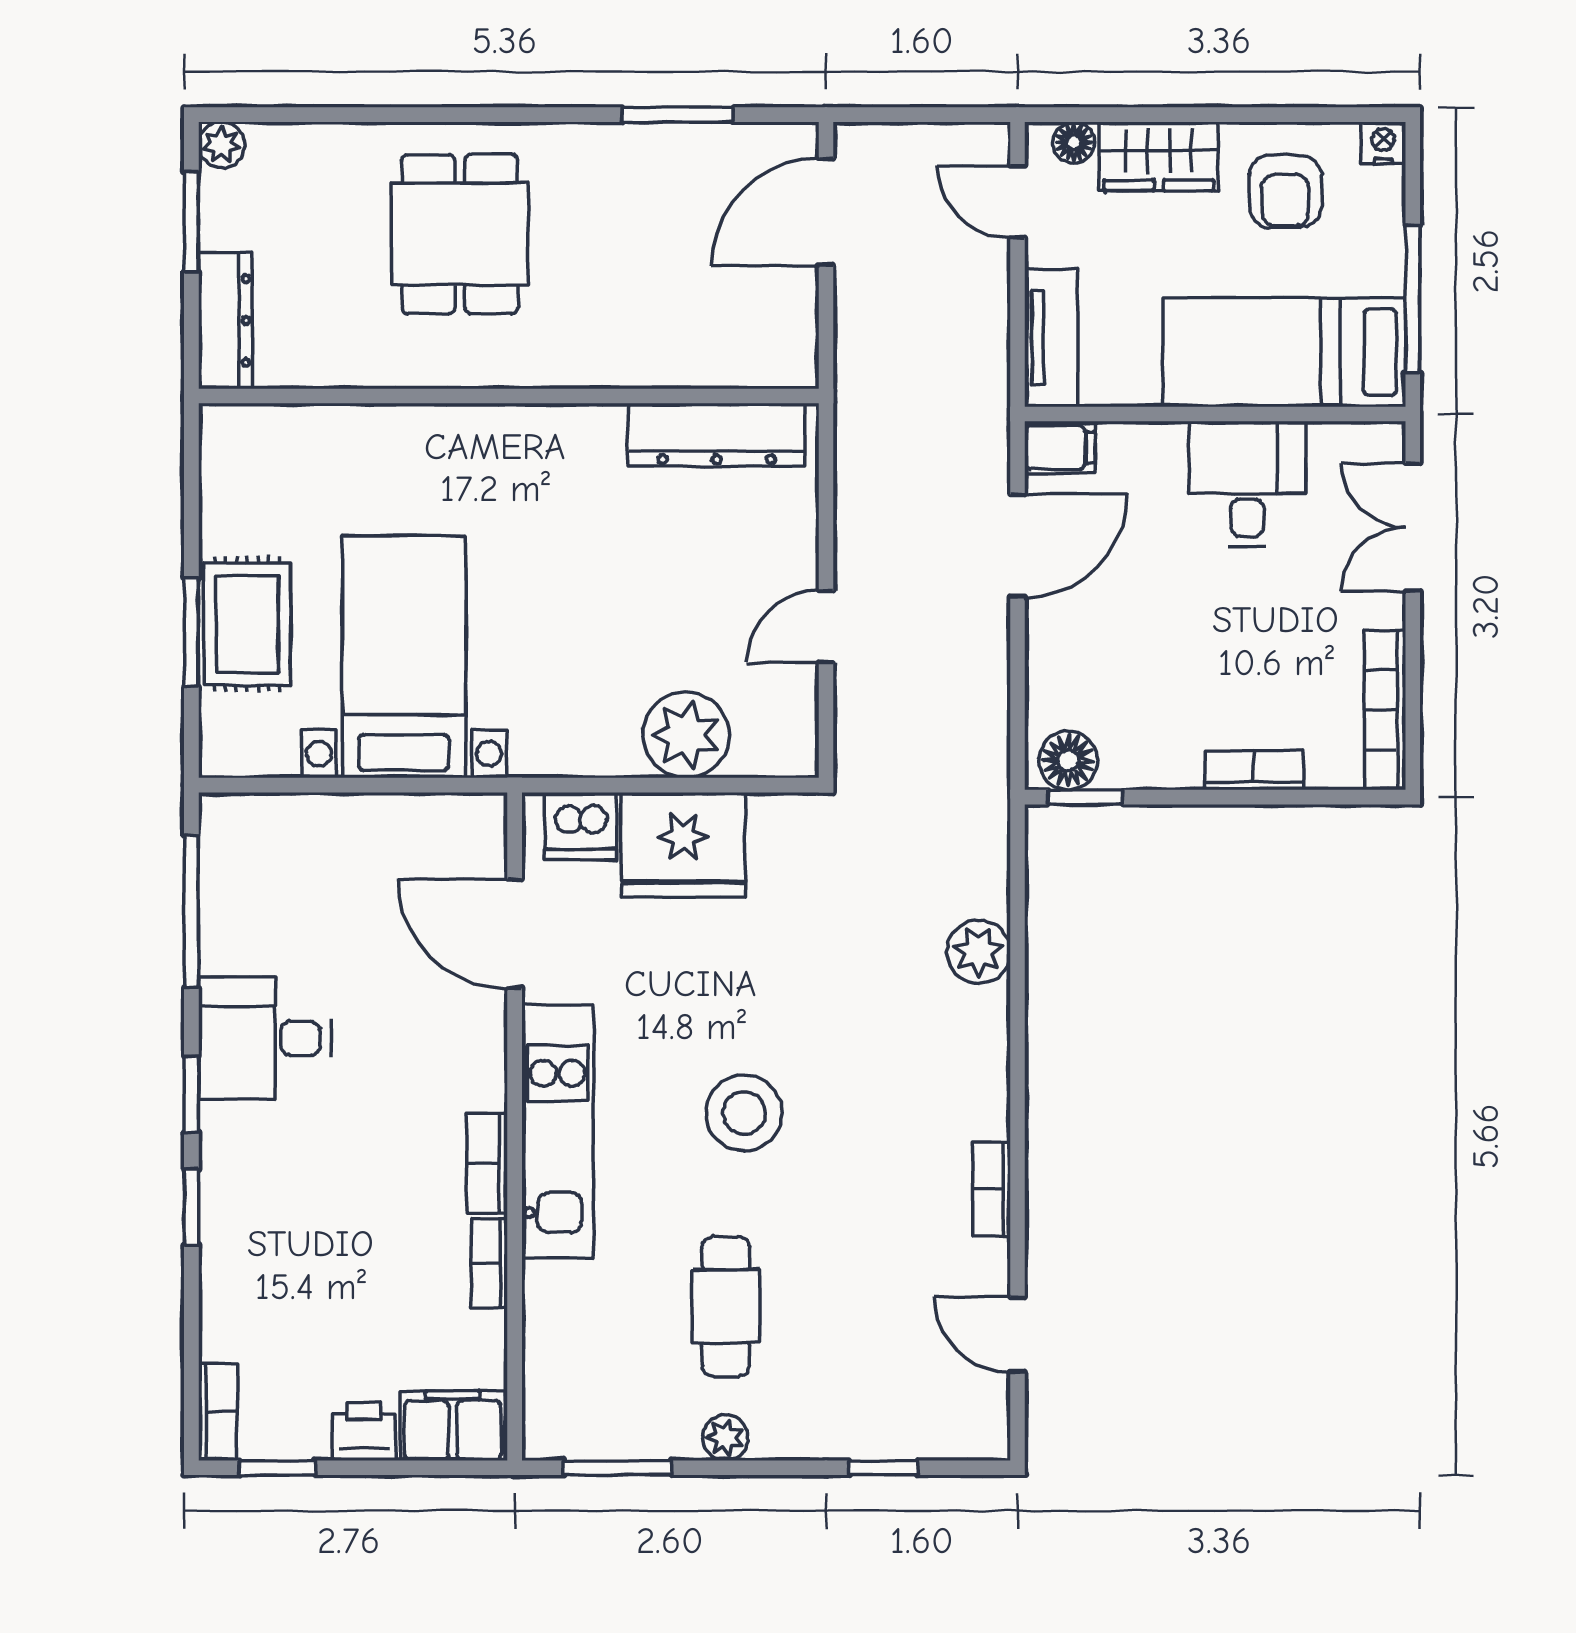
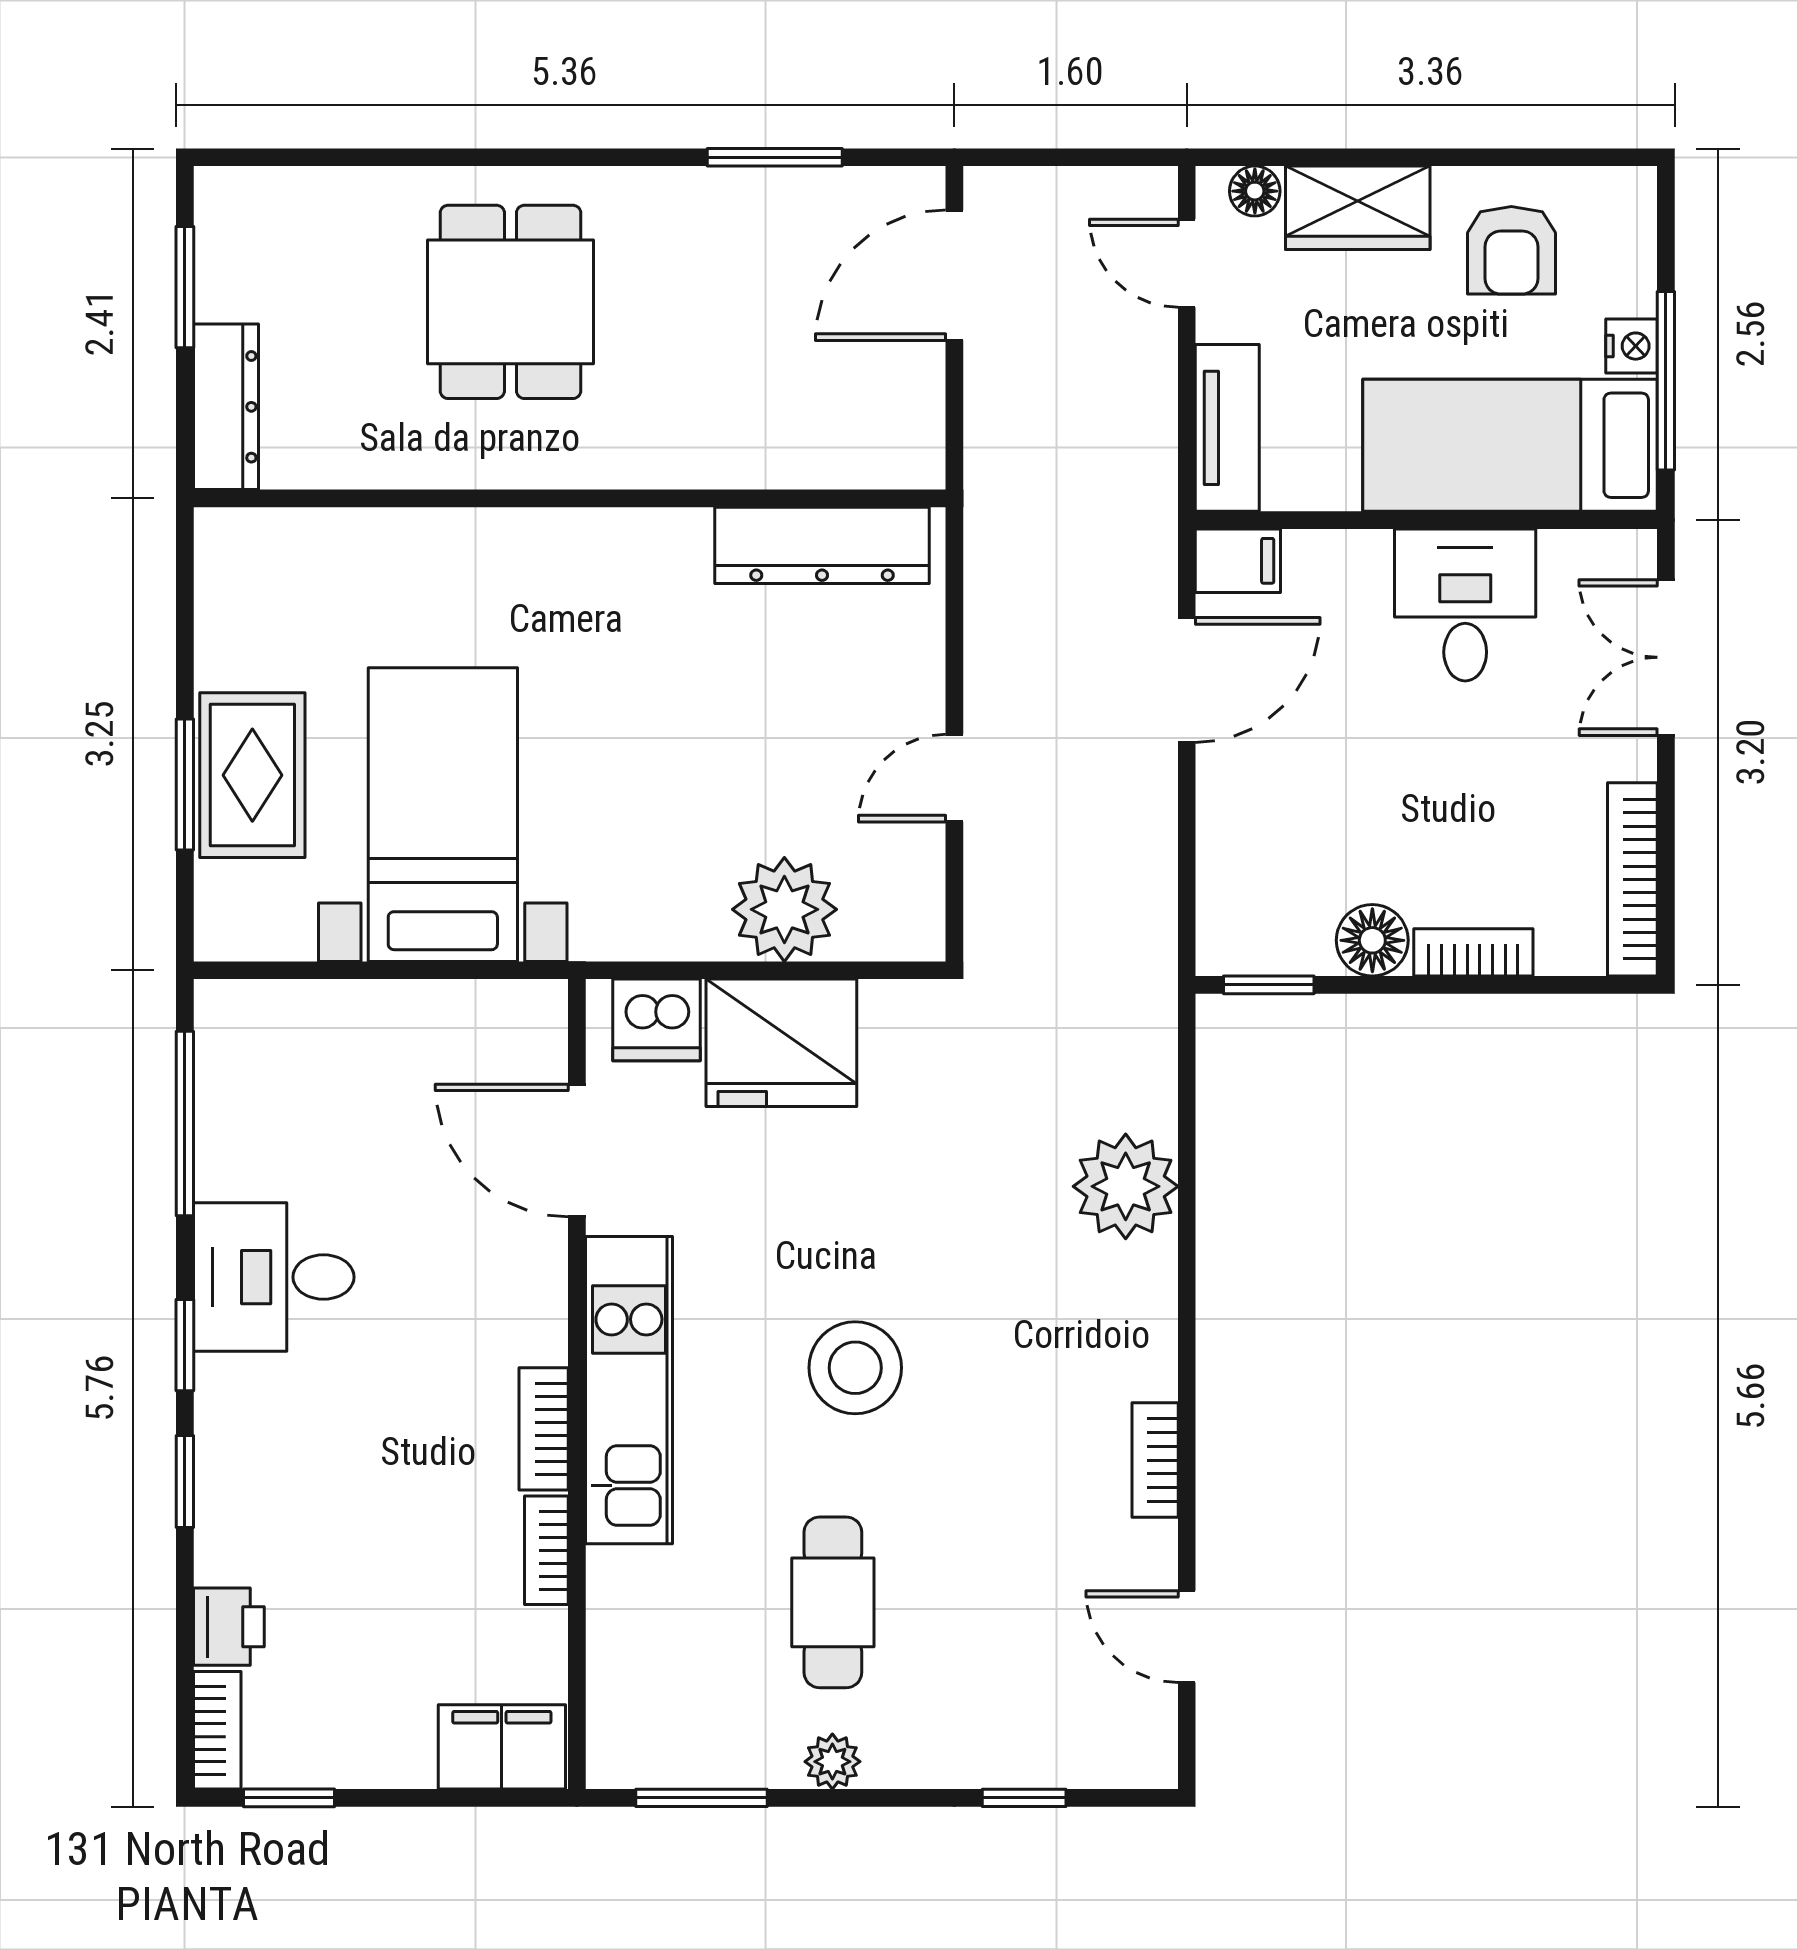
nightstand: (1383, 143) -> (1632, 346), moved, turned 90
plant: (222, 145) -> (222, 194), removed
floor lamp: (1068, 760) -> (1372, 940), moved
plant: (979, 952) -> (1126, 1186), width x1.36, depth x1.36
printer: (364, 1431) -> (229, 1627), moved, turned 90

